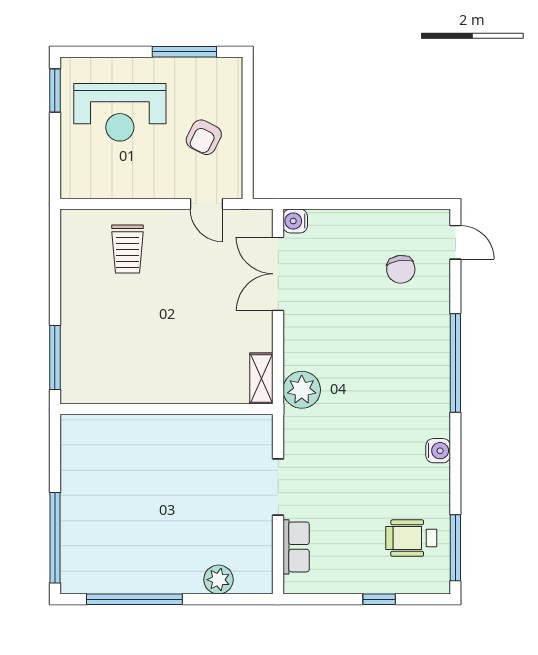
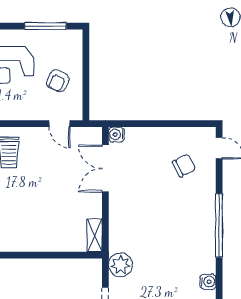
chair: (401, 269) -> (184, 165), turned -109
plant: (302, 390) -> (121, 265), moved

